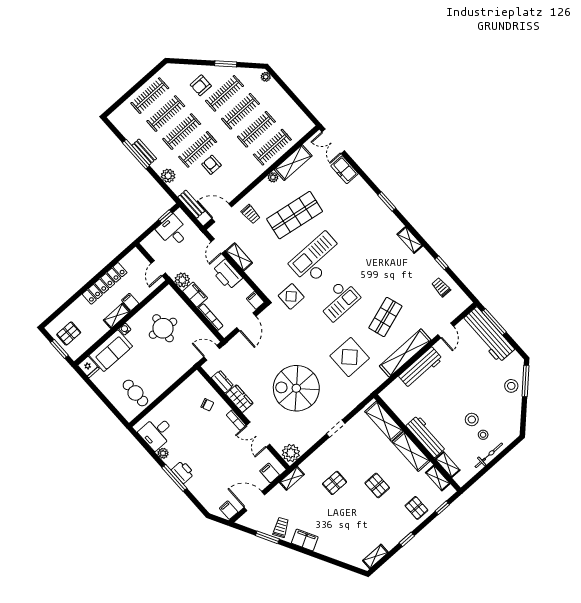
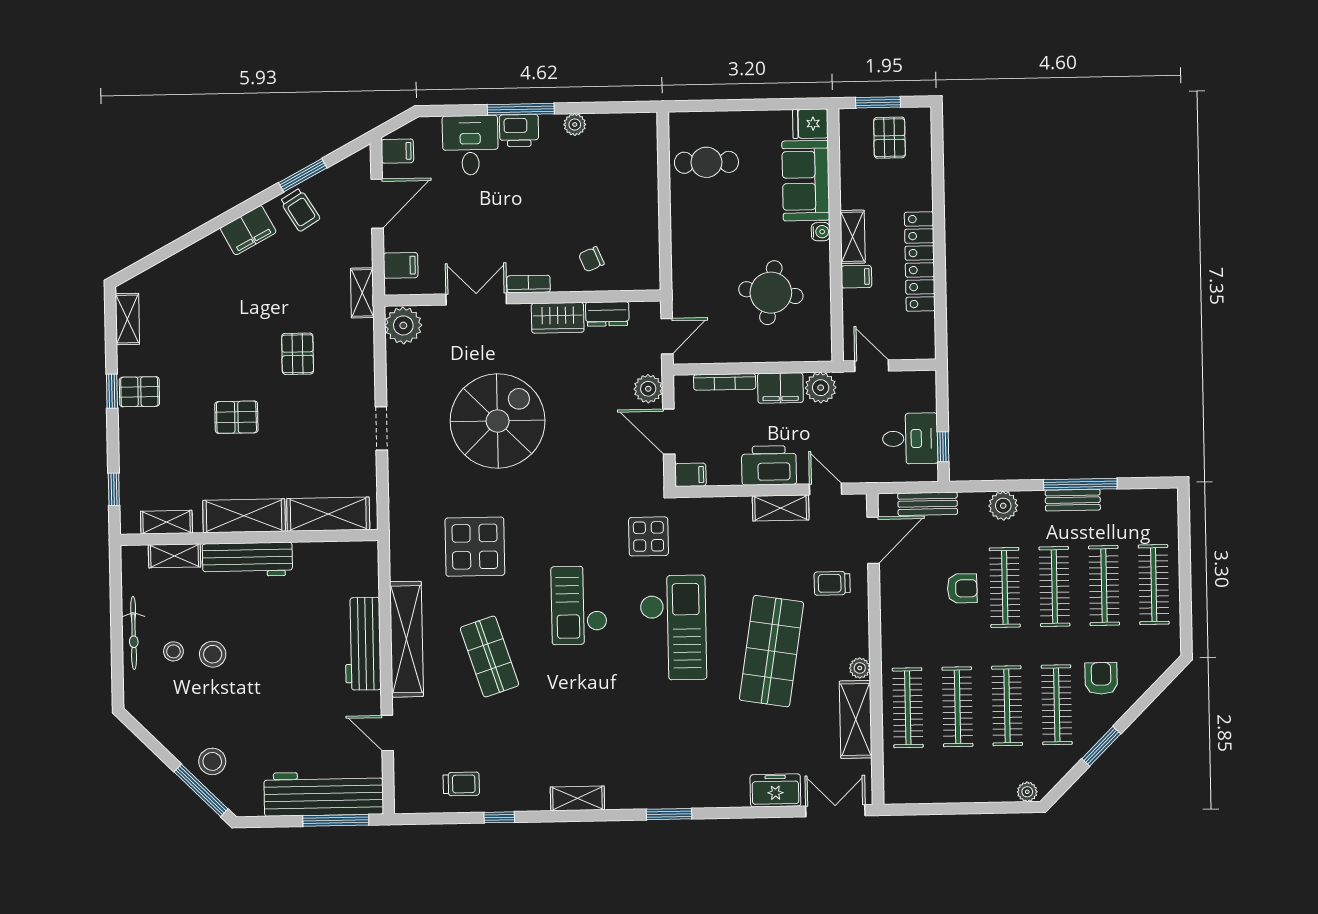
plant: (237, 343) -> (648, 389), added
desk: (157, 433) -> (470, 145), moved
pallet: (416, 508) -> (139, 392), moved

